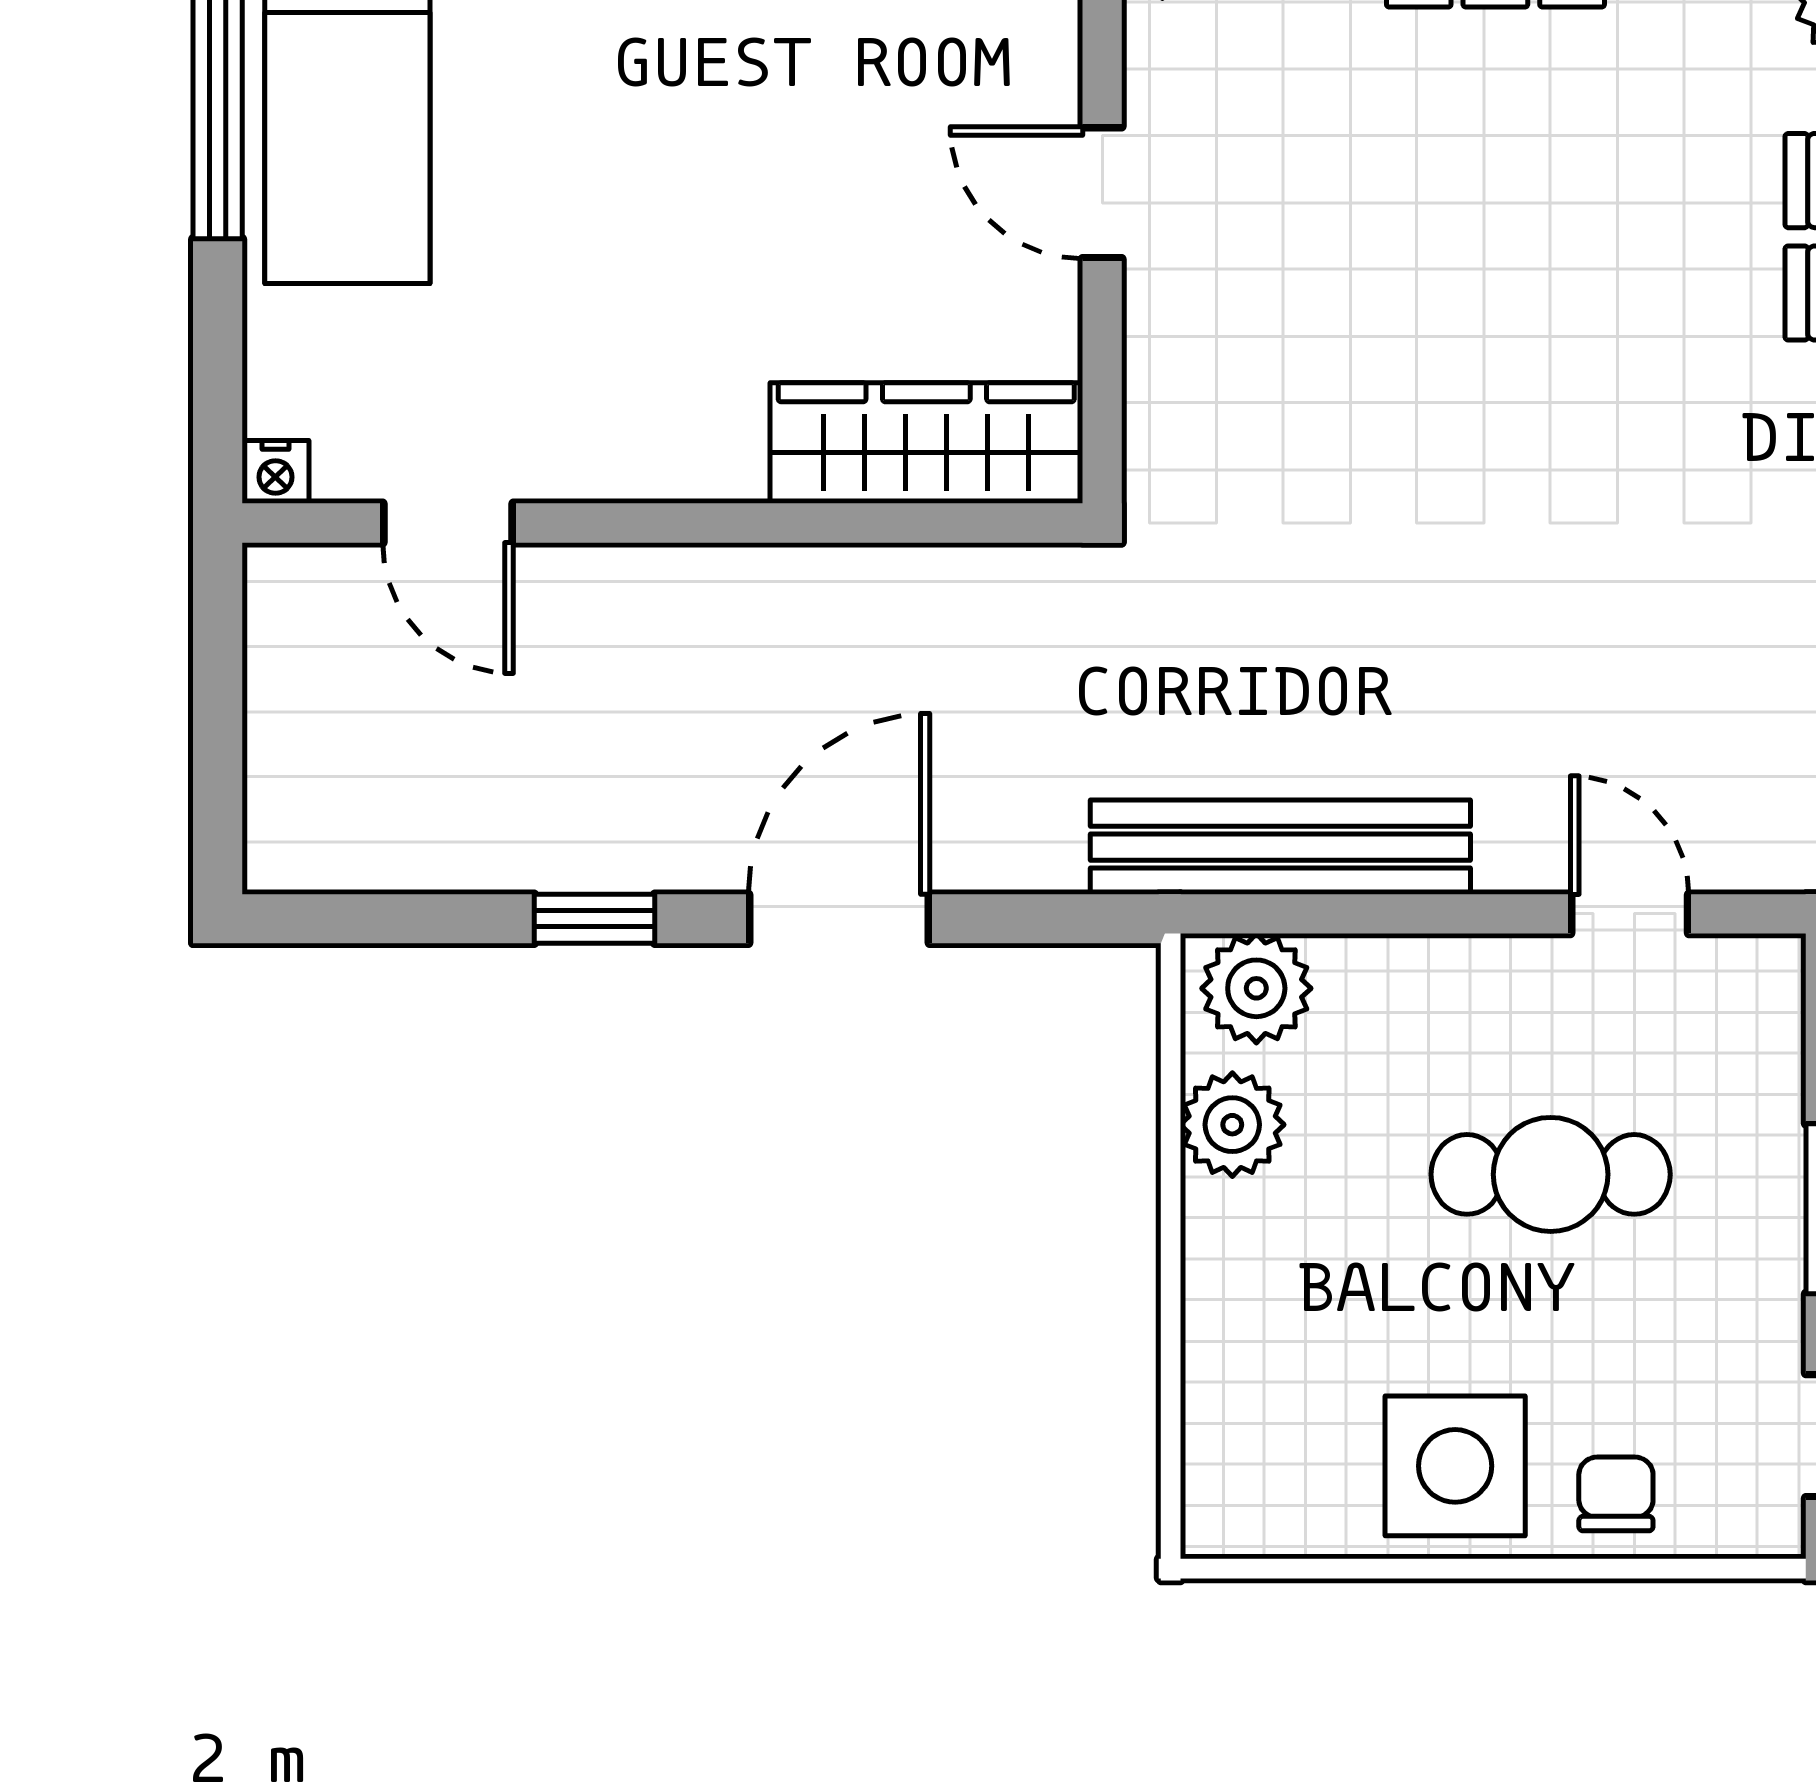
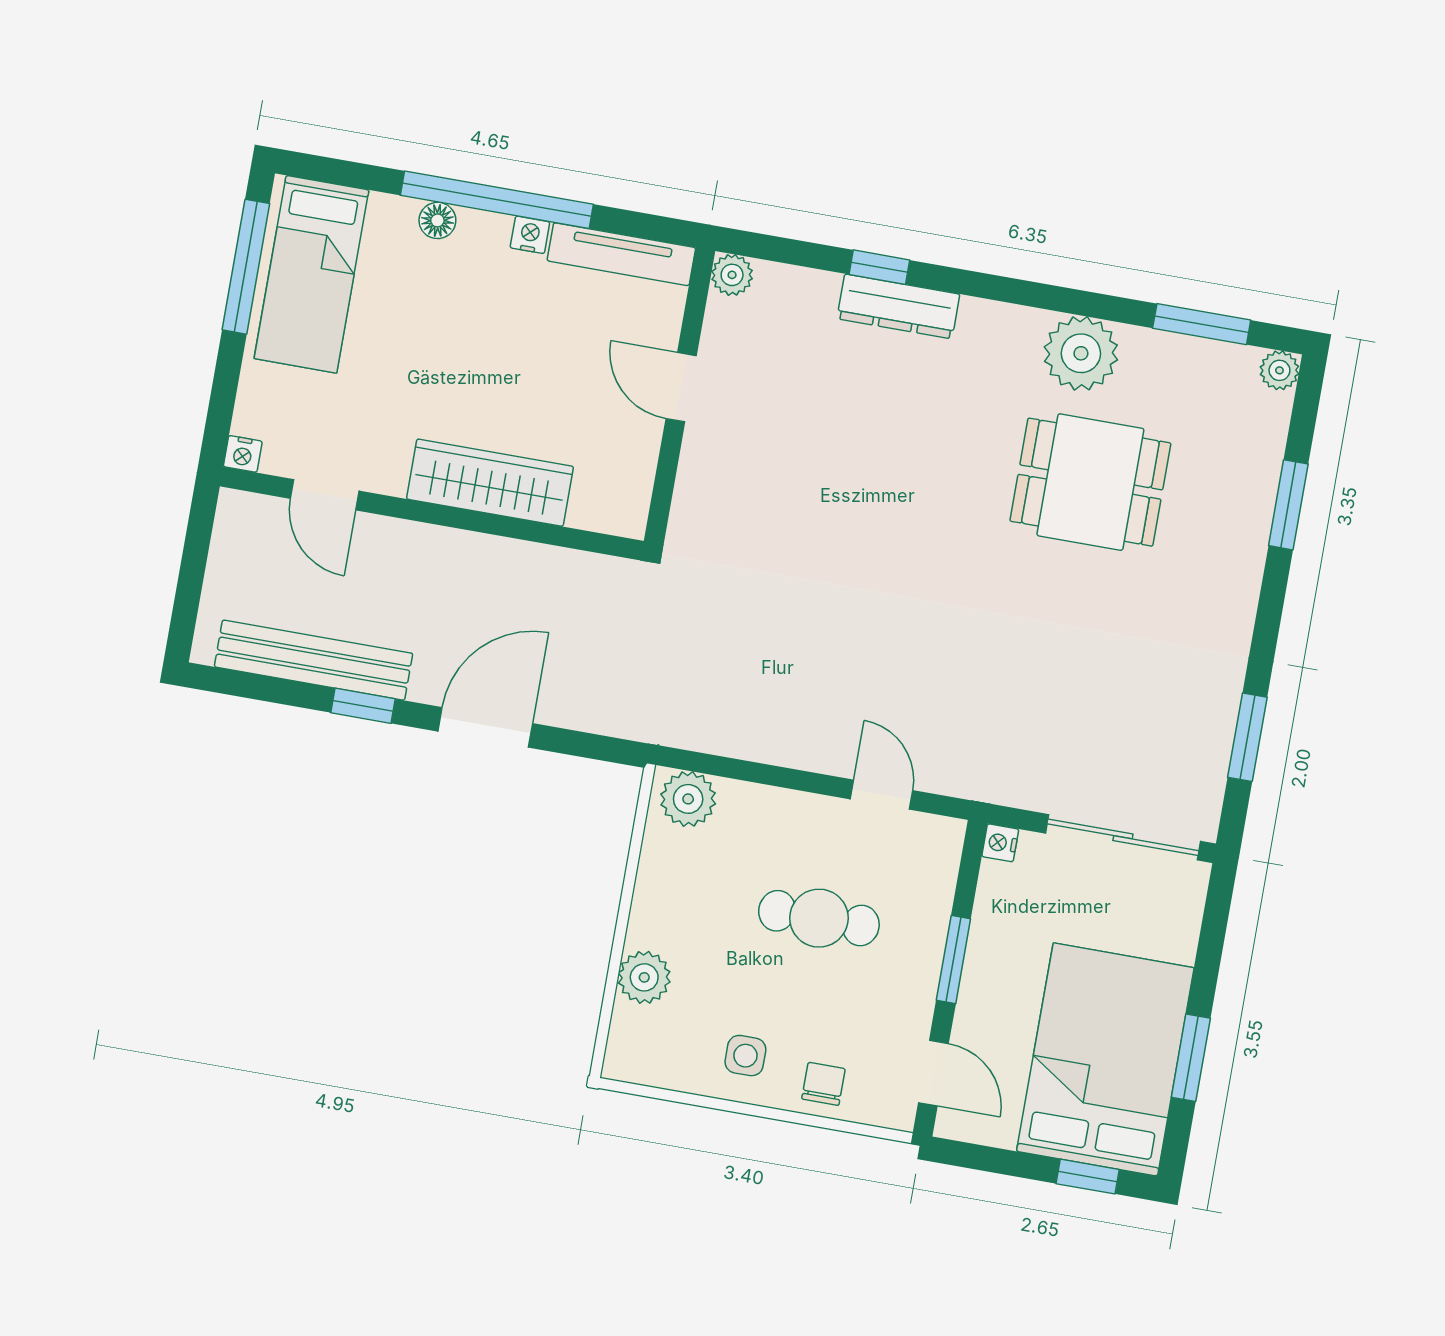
wardrobe: (926, 443) -> (490, 483), moved
bench: (1280, 847) -> (314, 660), moved
plant: (1232, 1125) -> (644, 977), moved
side table: (1455, 1466) -> (745, 1056), width x0.54, depth x0.54

